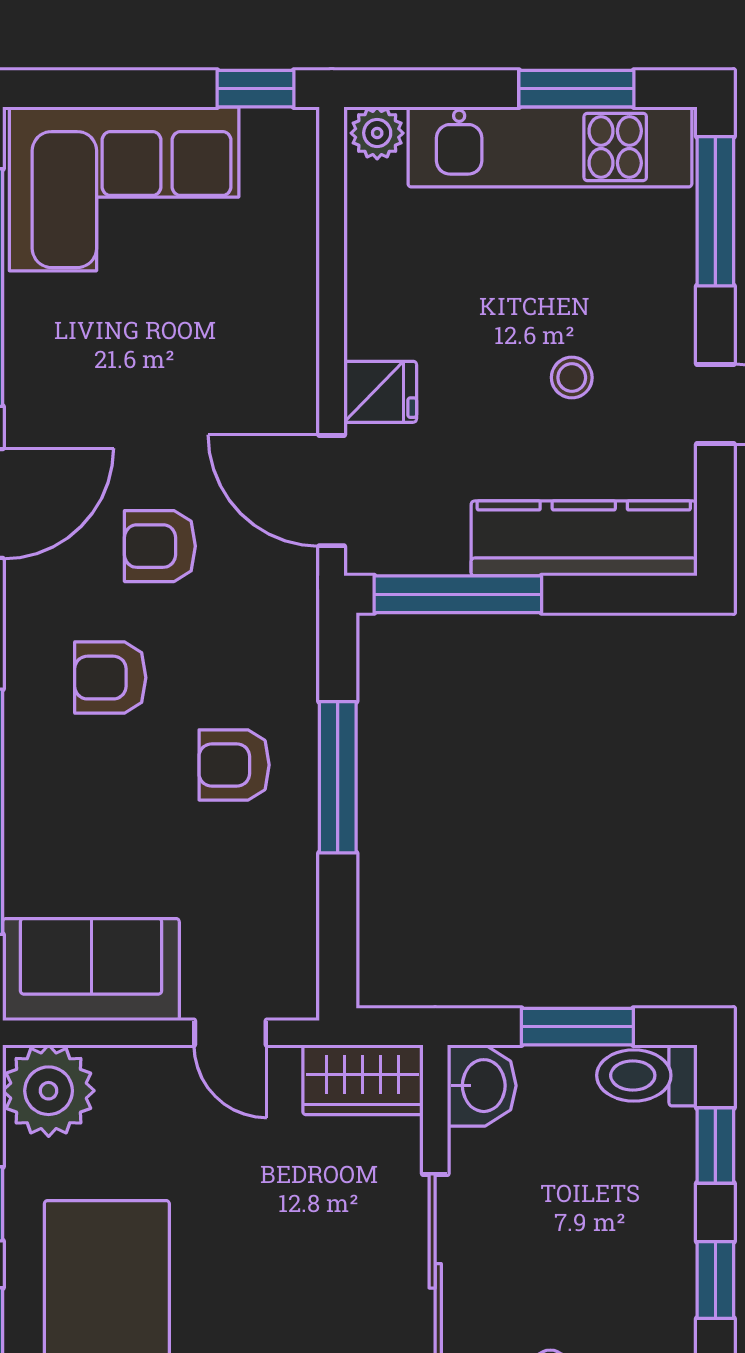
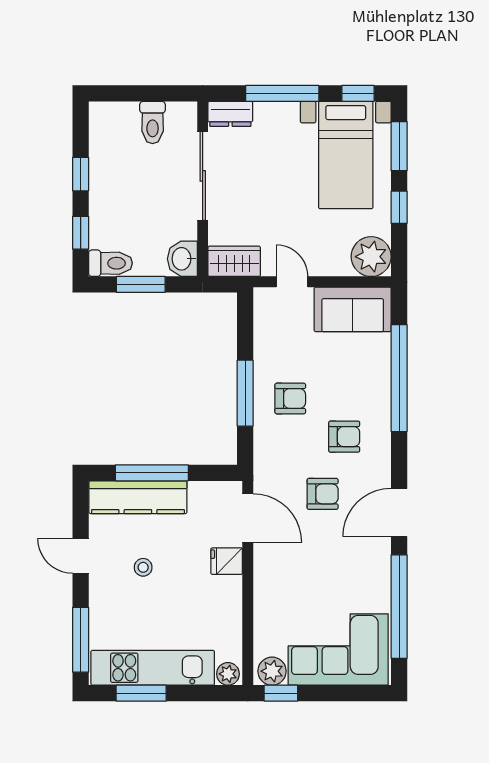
plant: (276, 139) -> (272, 671), added
window: (458, 594) -> (152, 473), moved

